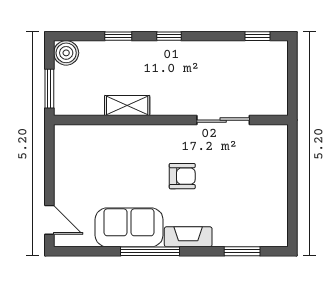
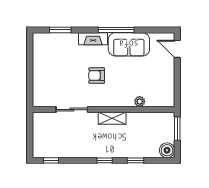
shelving: (127, 106) -> (112, 118), moved
plant: (111, 133) -> (140, 101), added

